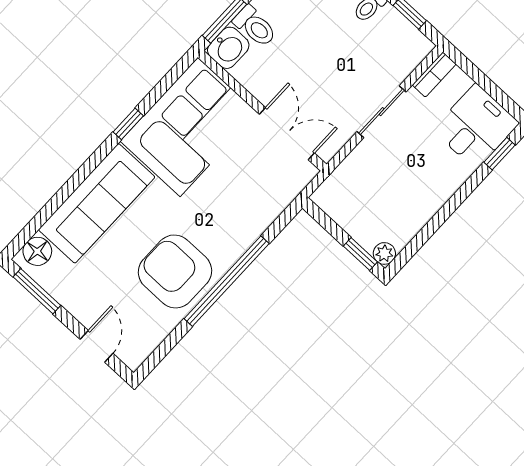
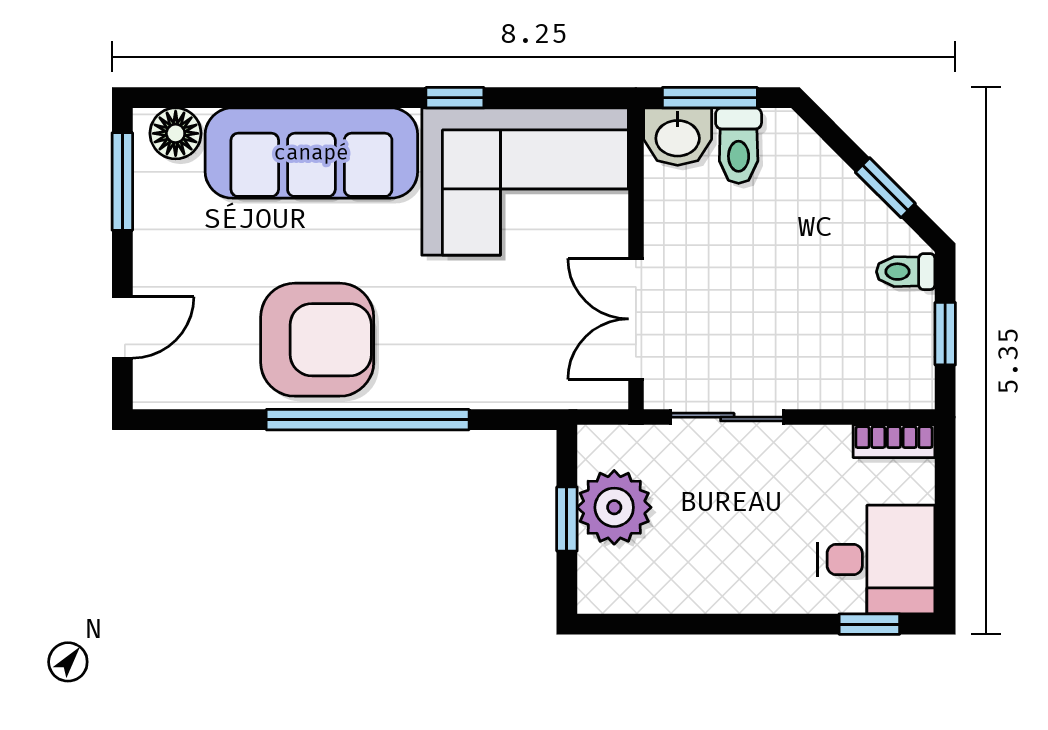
sliding door: (382, 112) -> (727, 417), moved
double door: (287, 134) -> (636, 319), swing flipped
plant: (384, 253) -> (614, 507), moved, width x1.88, depth x1.88
window: (360, 254) -> (567, 519), moved
armchair: (175, 271) -> (317, 340), turned 90

